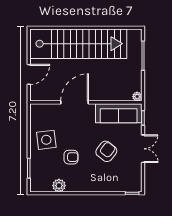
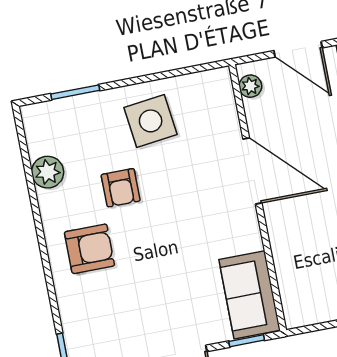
plant: (137, 97) -> (250, 86), moved
sofa: (119, 113) -> (249, 295), width x0.73
armchair: (106, 151) -> (89, 249), moved, turned -38

